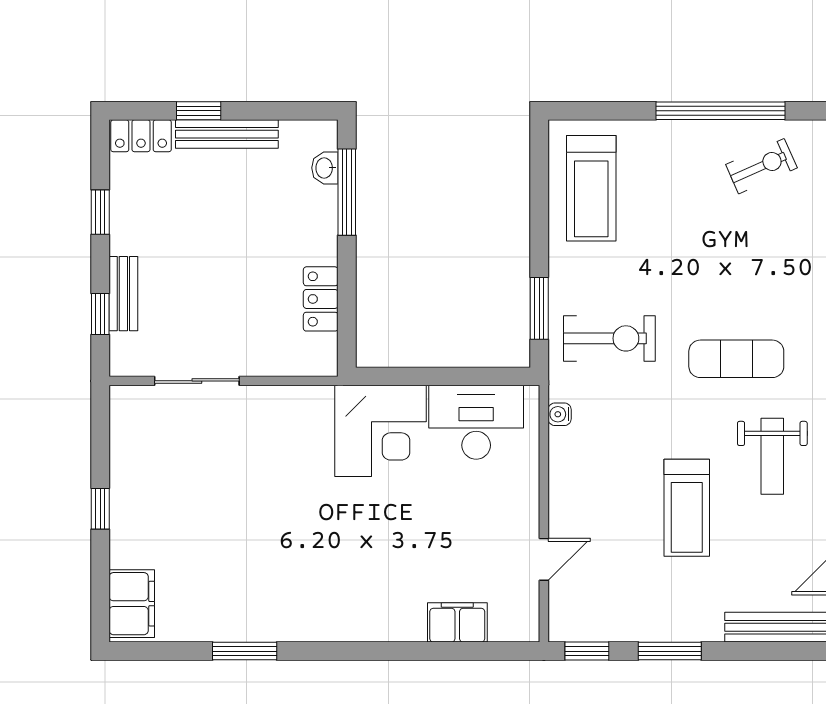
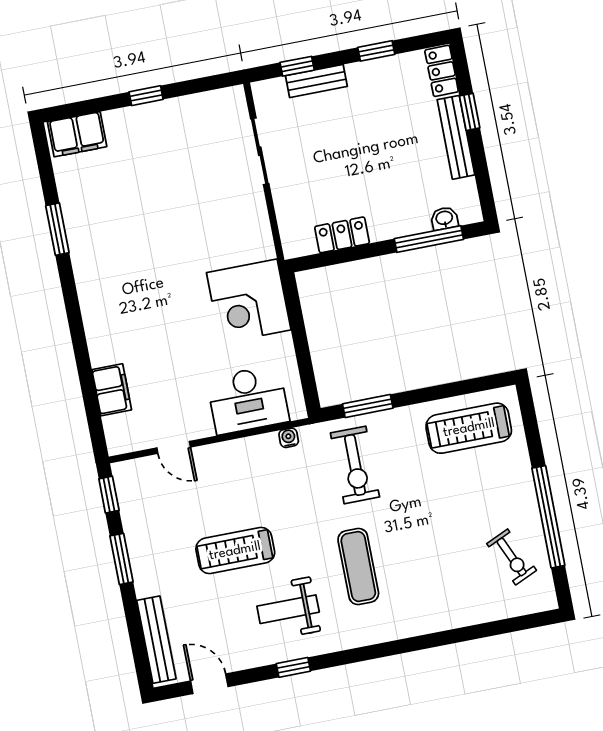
desk: (476, 422) -> (248, 400), moved, turned 90

